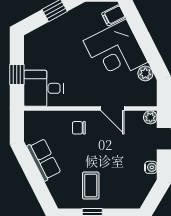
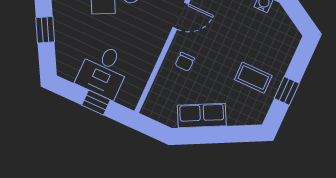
desk: (44, 88) -> (103, 71), moved

